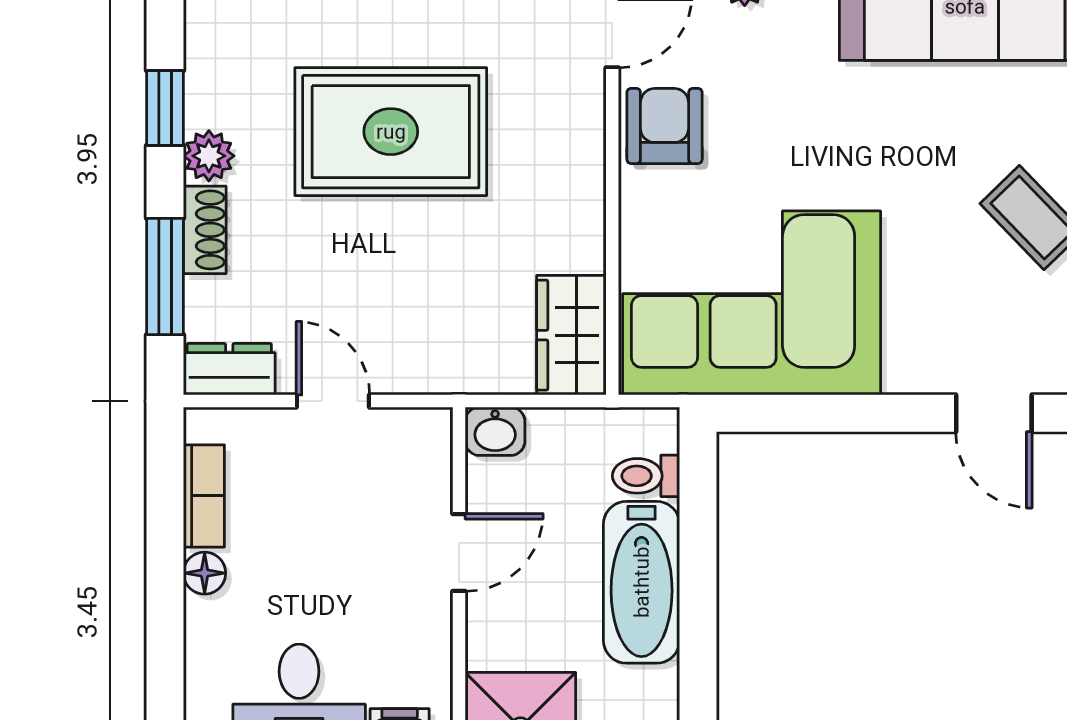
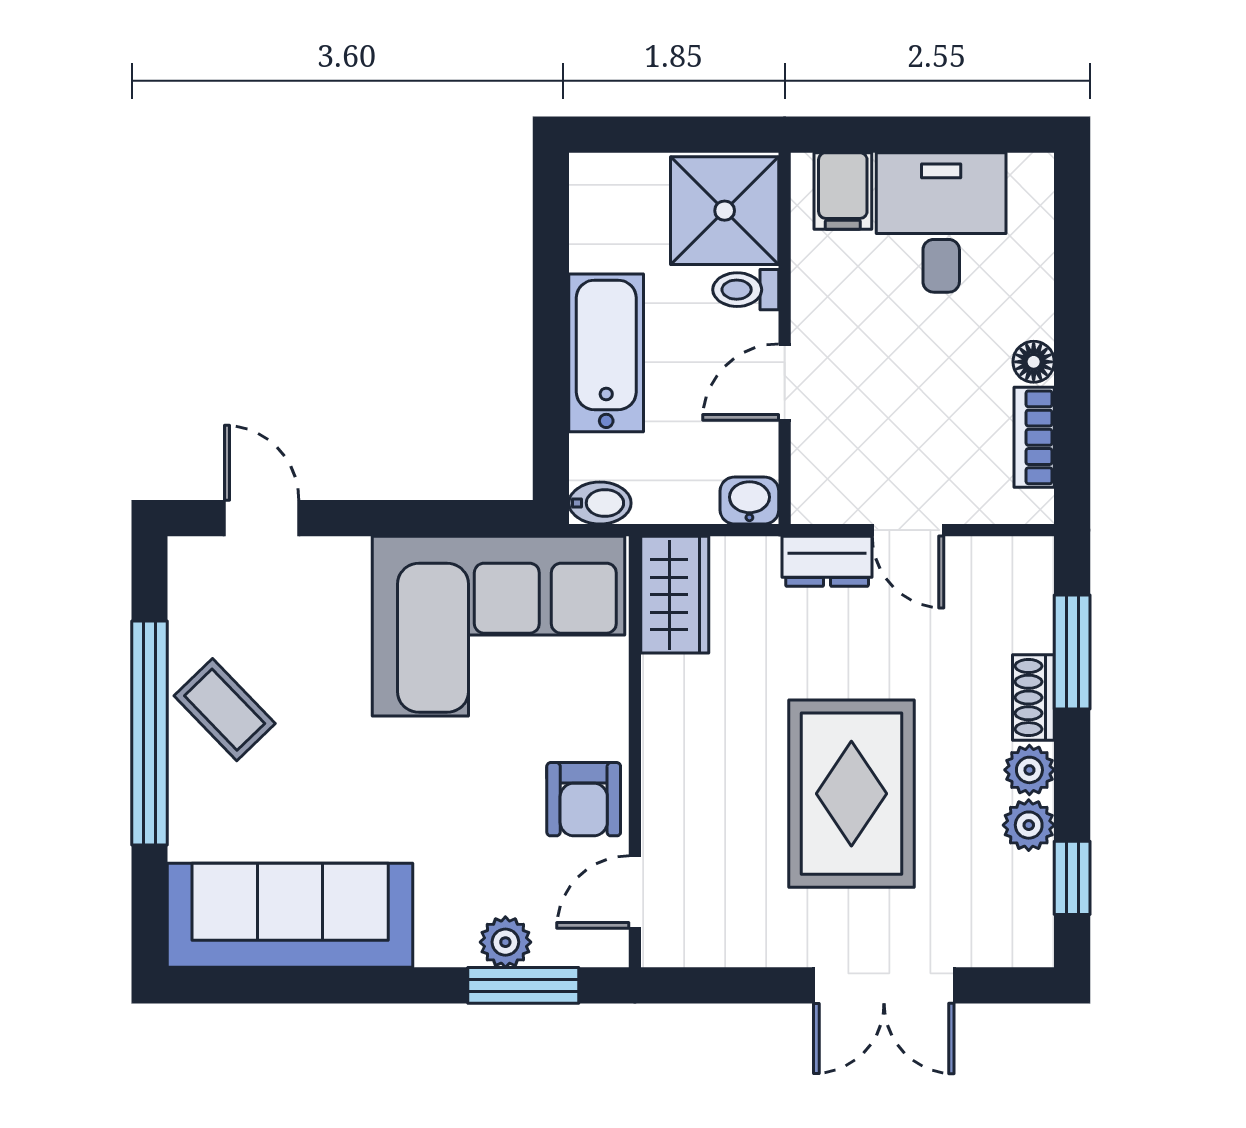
plant: (210, 99) -> (1029, 825), added
window: (165, 108) -> (1072, 878), moved
rug: (391, 132) -> (851, 794), turned 90
dresser: (229, 369) -> (827, 561), moved
bidet: (648, 429) -> (600, 503), added
toilet: (646, 476) -> (746, 290), moved, turned 180

